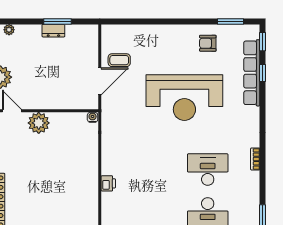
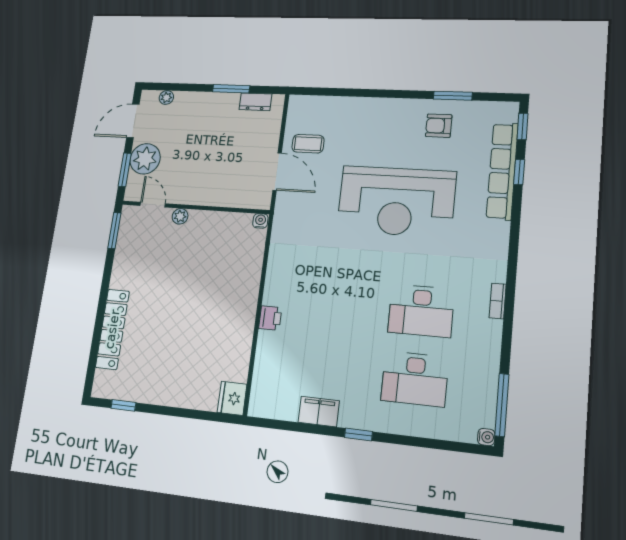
window: (231, 21) -> (453, 96), moved
dresser: (53, 31) -> (255, 102), moved
door: (100, 81) -> (277, 172), hinge flipped
plant: (39, 123) -> (180, 216), width x0.53, depth x0.53
desk: (208, 170) -> (421, 311), turned 180

